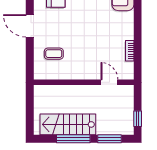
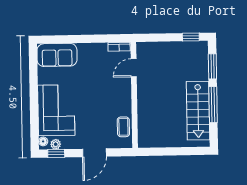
wall: (84, 82) -> (134, 95), moved
door: (109, 82) -> (134, 68), moved

